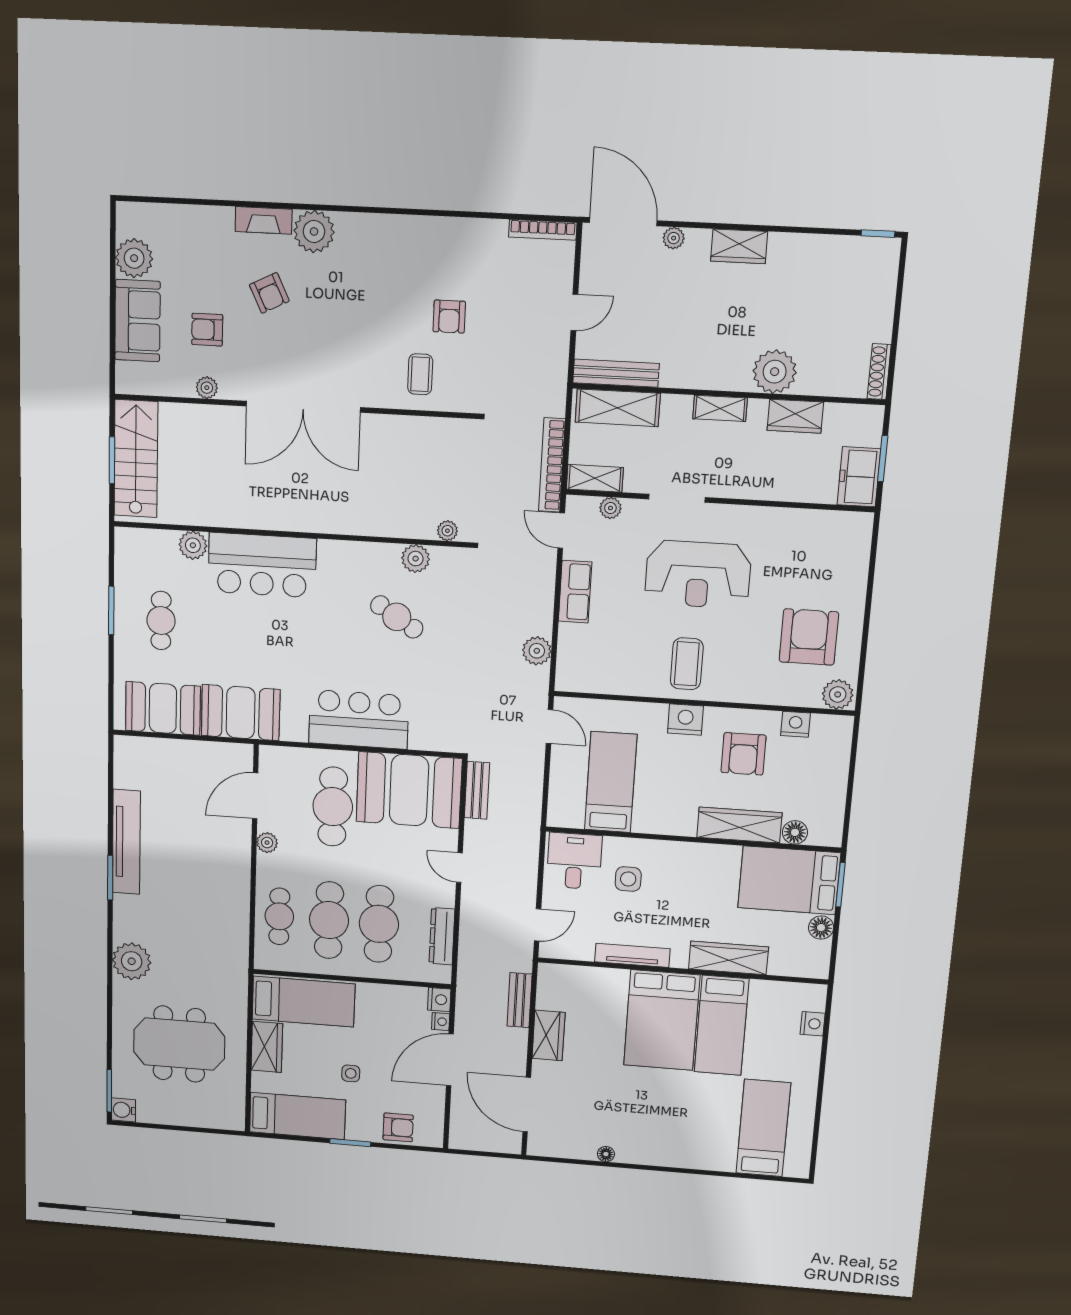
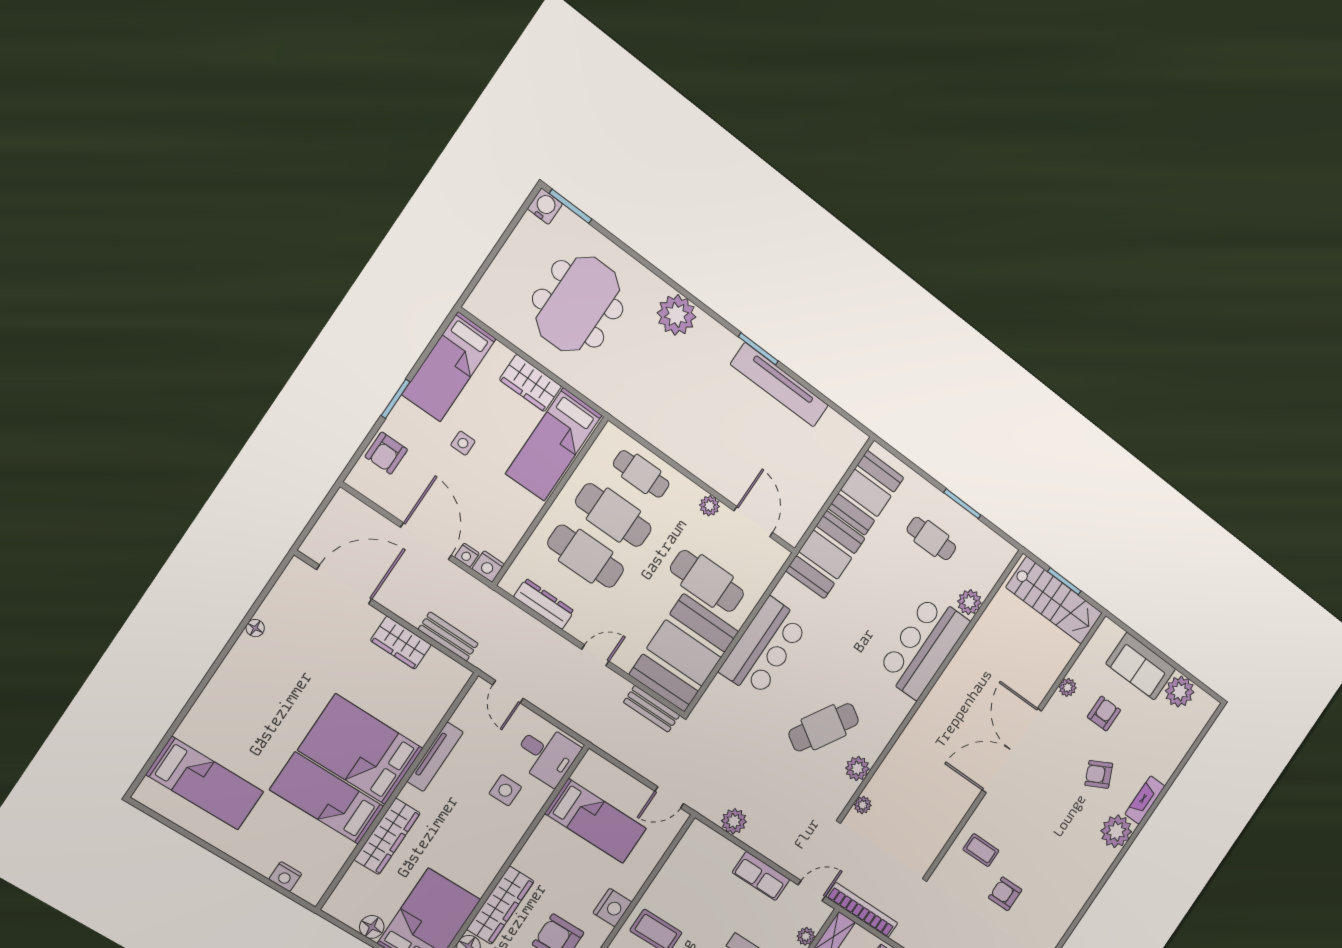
cafe table: (397, 617) -> (824, 727), width x1.37, depth x1.35

